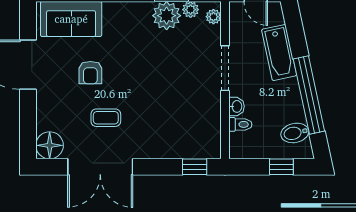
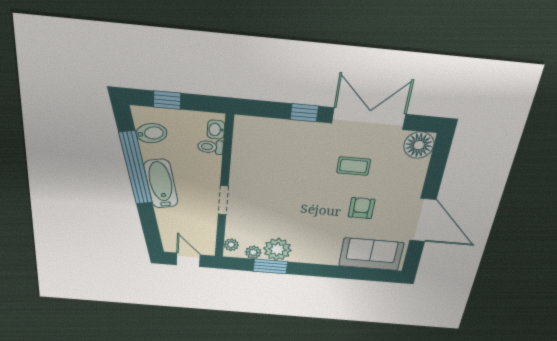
bathtub: (279, 53) -> (161, 184), moved
doorway: (225, 68) -> (223, 200), width x0.73
washbasin: (236, 106) -> (216, 130), moved
window: (195, 167) -> (304, 113), moved

